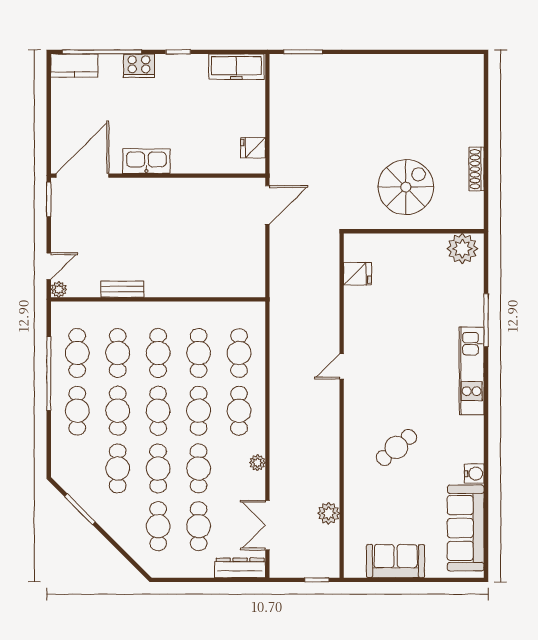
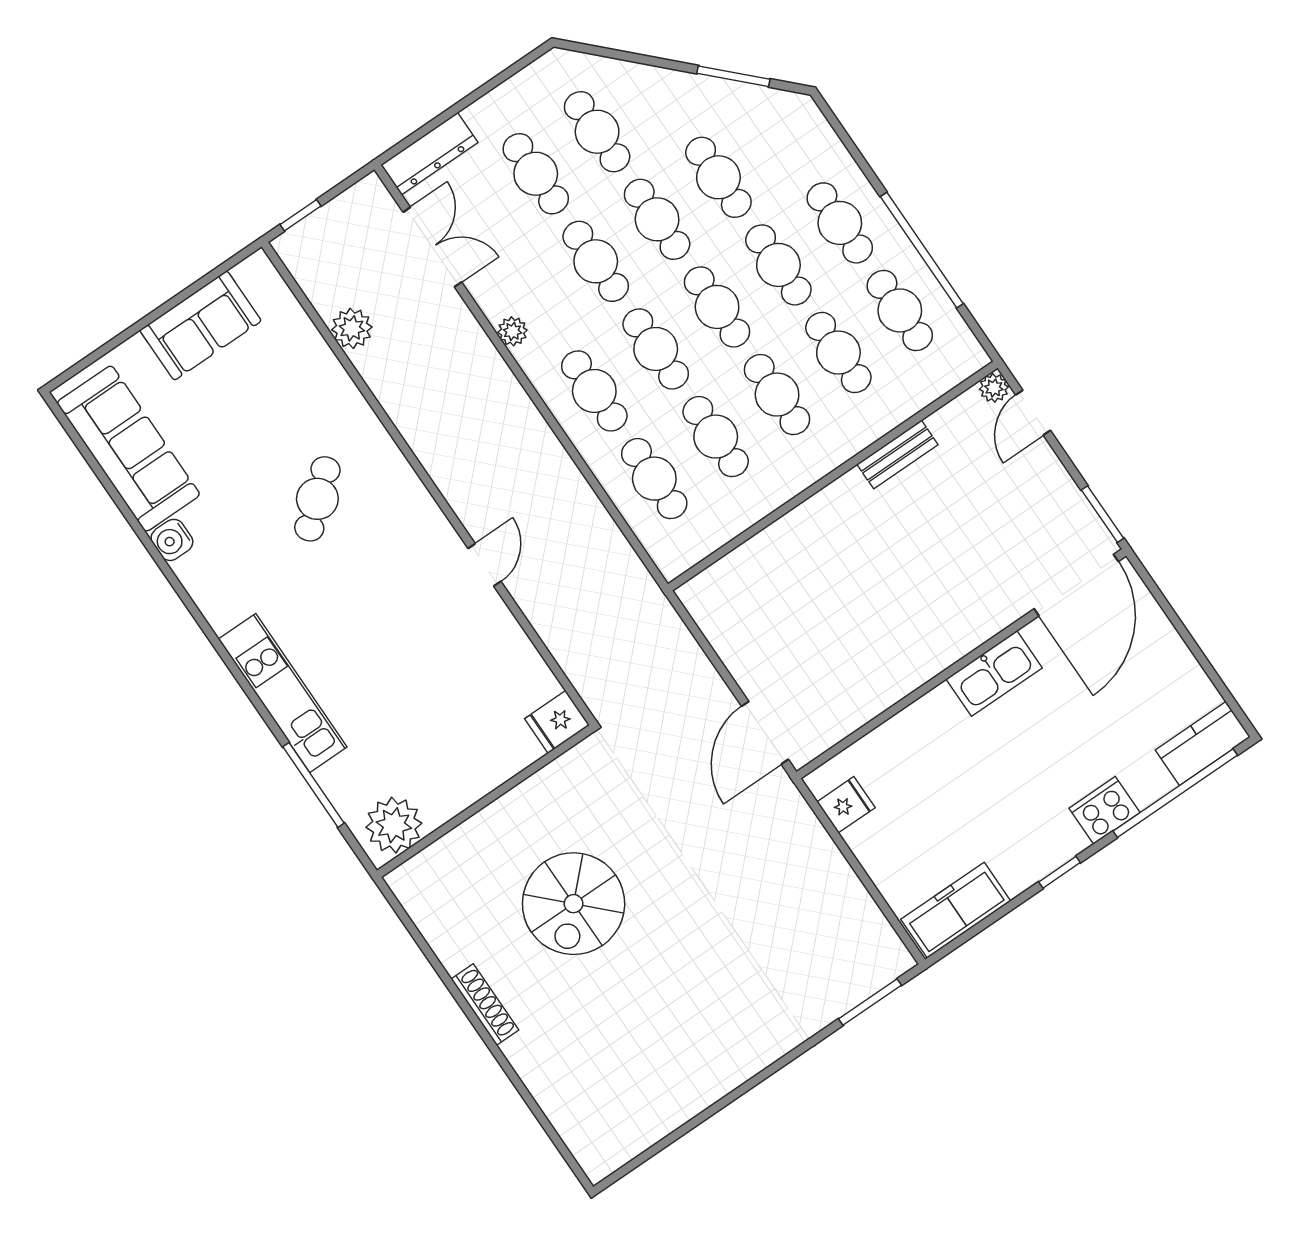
wall: (414, 231) -> (485, 801), moved
plant: (462, 249) -> (394, 825), moved

